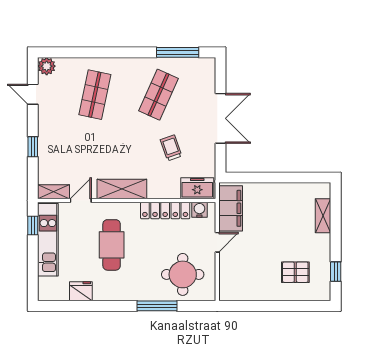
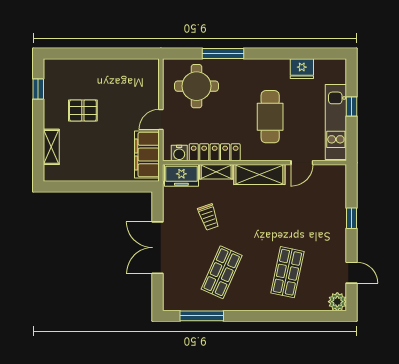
shelving: (54, 192) -> (216, 172), moved
window: (33, 226) -> (352, 107), moved
pallet: (295, 272) -> (83, 110), moved

